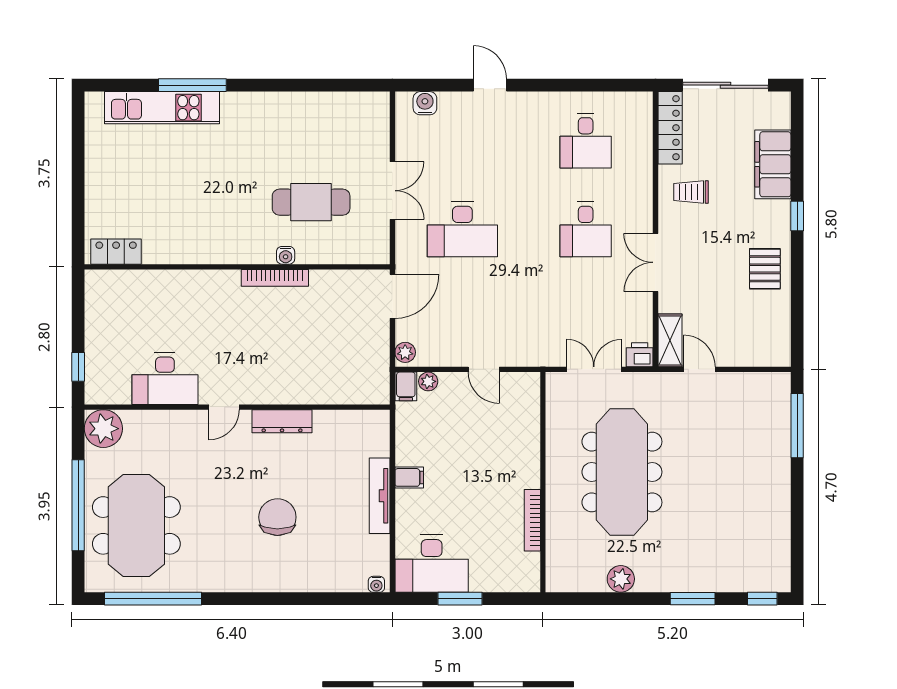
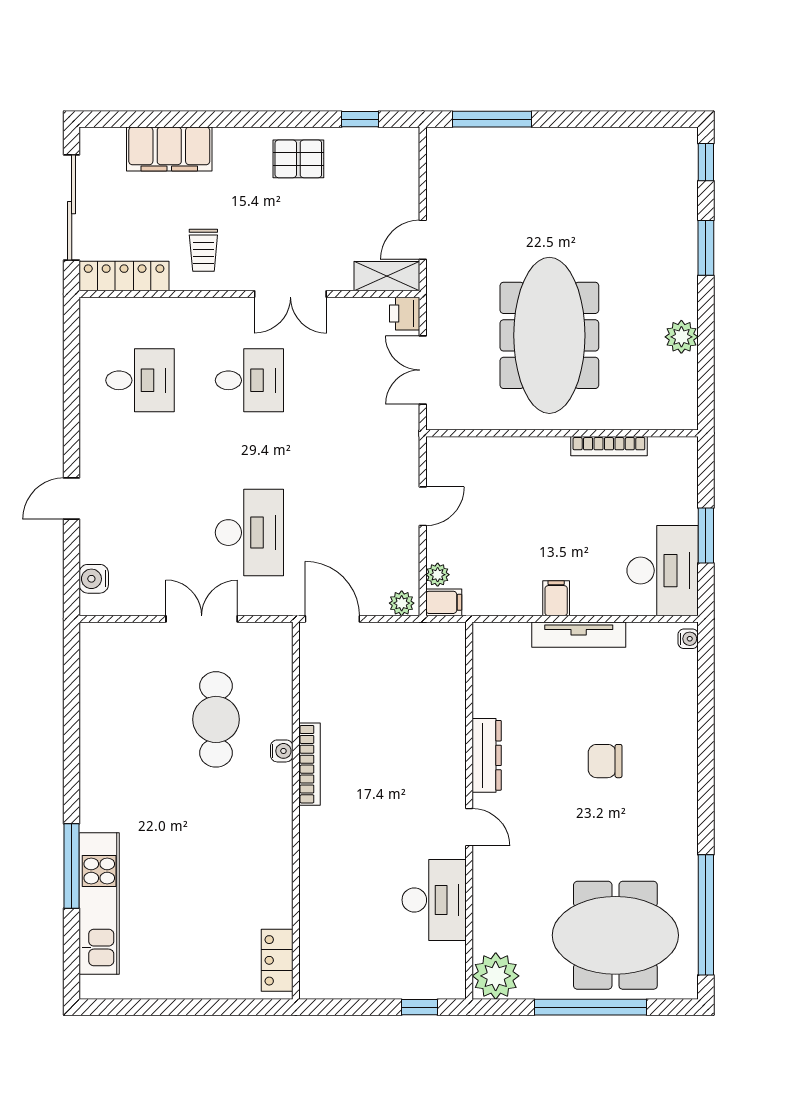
window: (797, 216) -> (360, 119), moved
meeting table: (622, 472) -> (549, 335), turned 90
chair: (277, 517) -> (605, 761), width x0.73, depth x0.73

